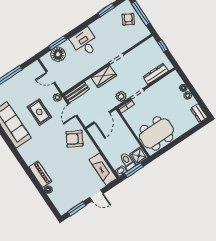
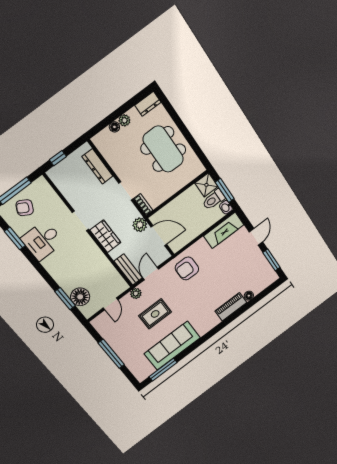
desk: (85, 42) -> (42, 240), moved
plant: (121, 96) -> (140, 225), moved
door: (72, 110) -> (151, 274), swing flipped
dining table: (156, 133) -> (163, 149), moved
armchair: (74, 139) -> (187, 268), turned 61

